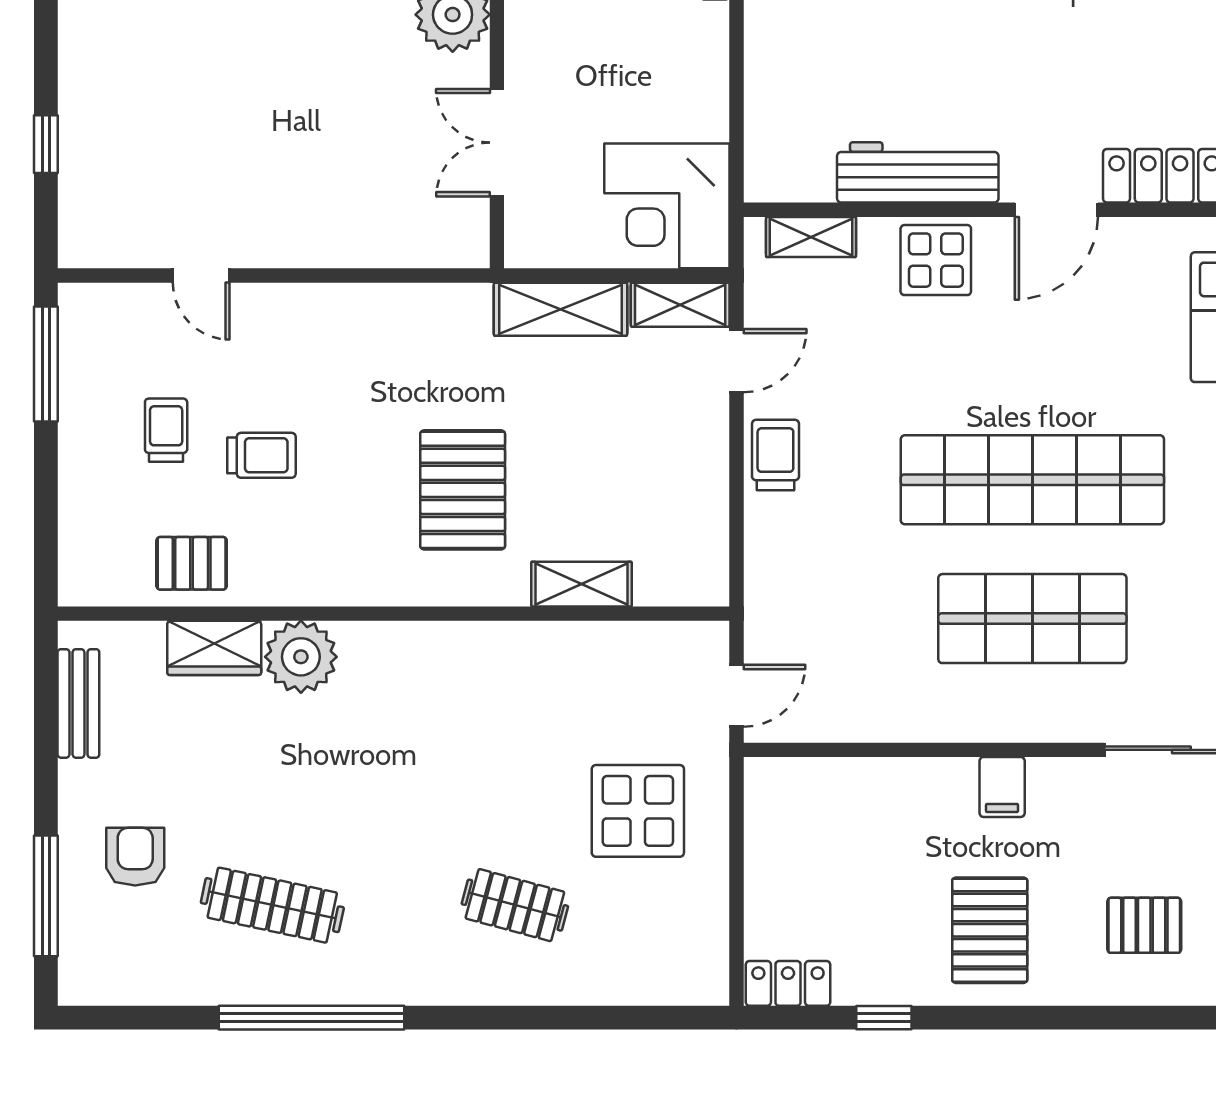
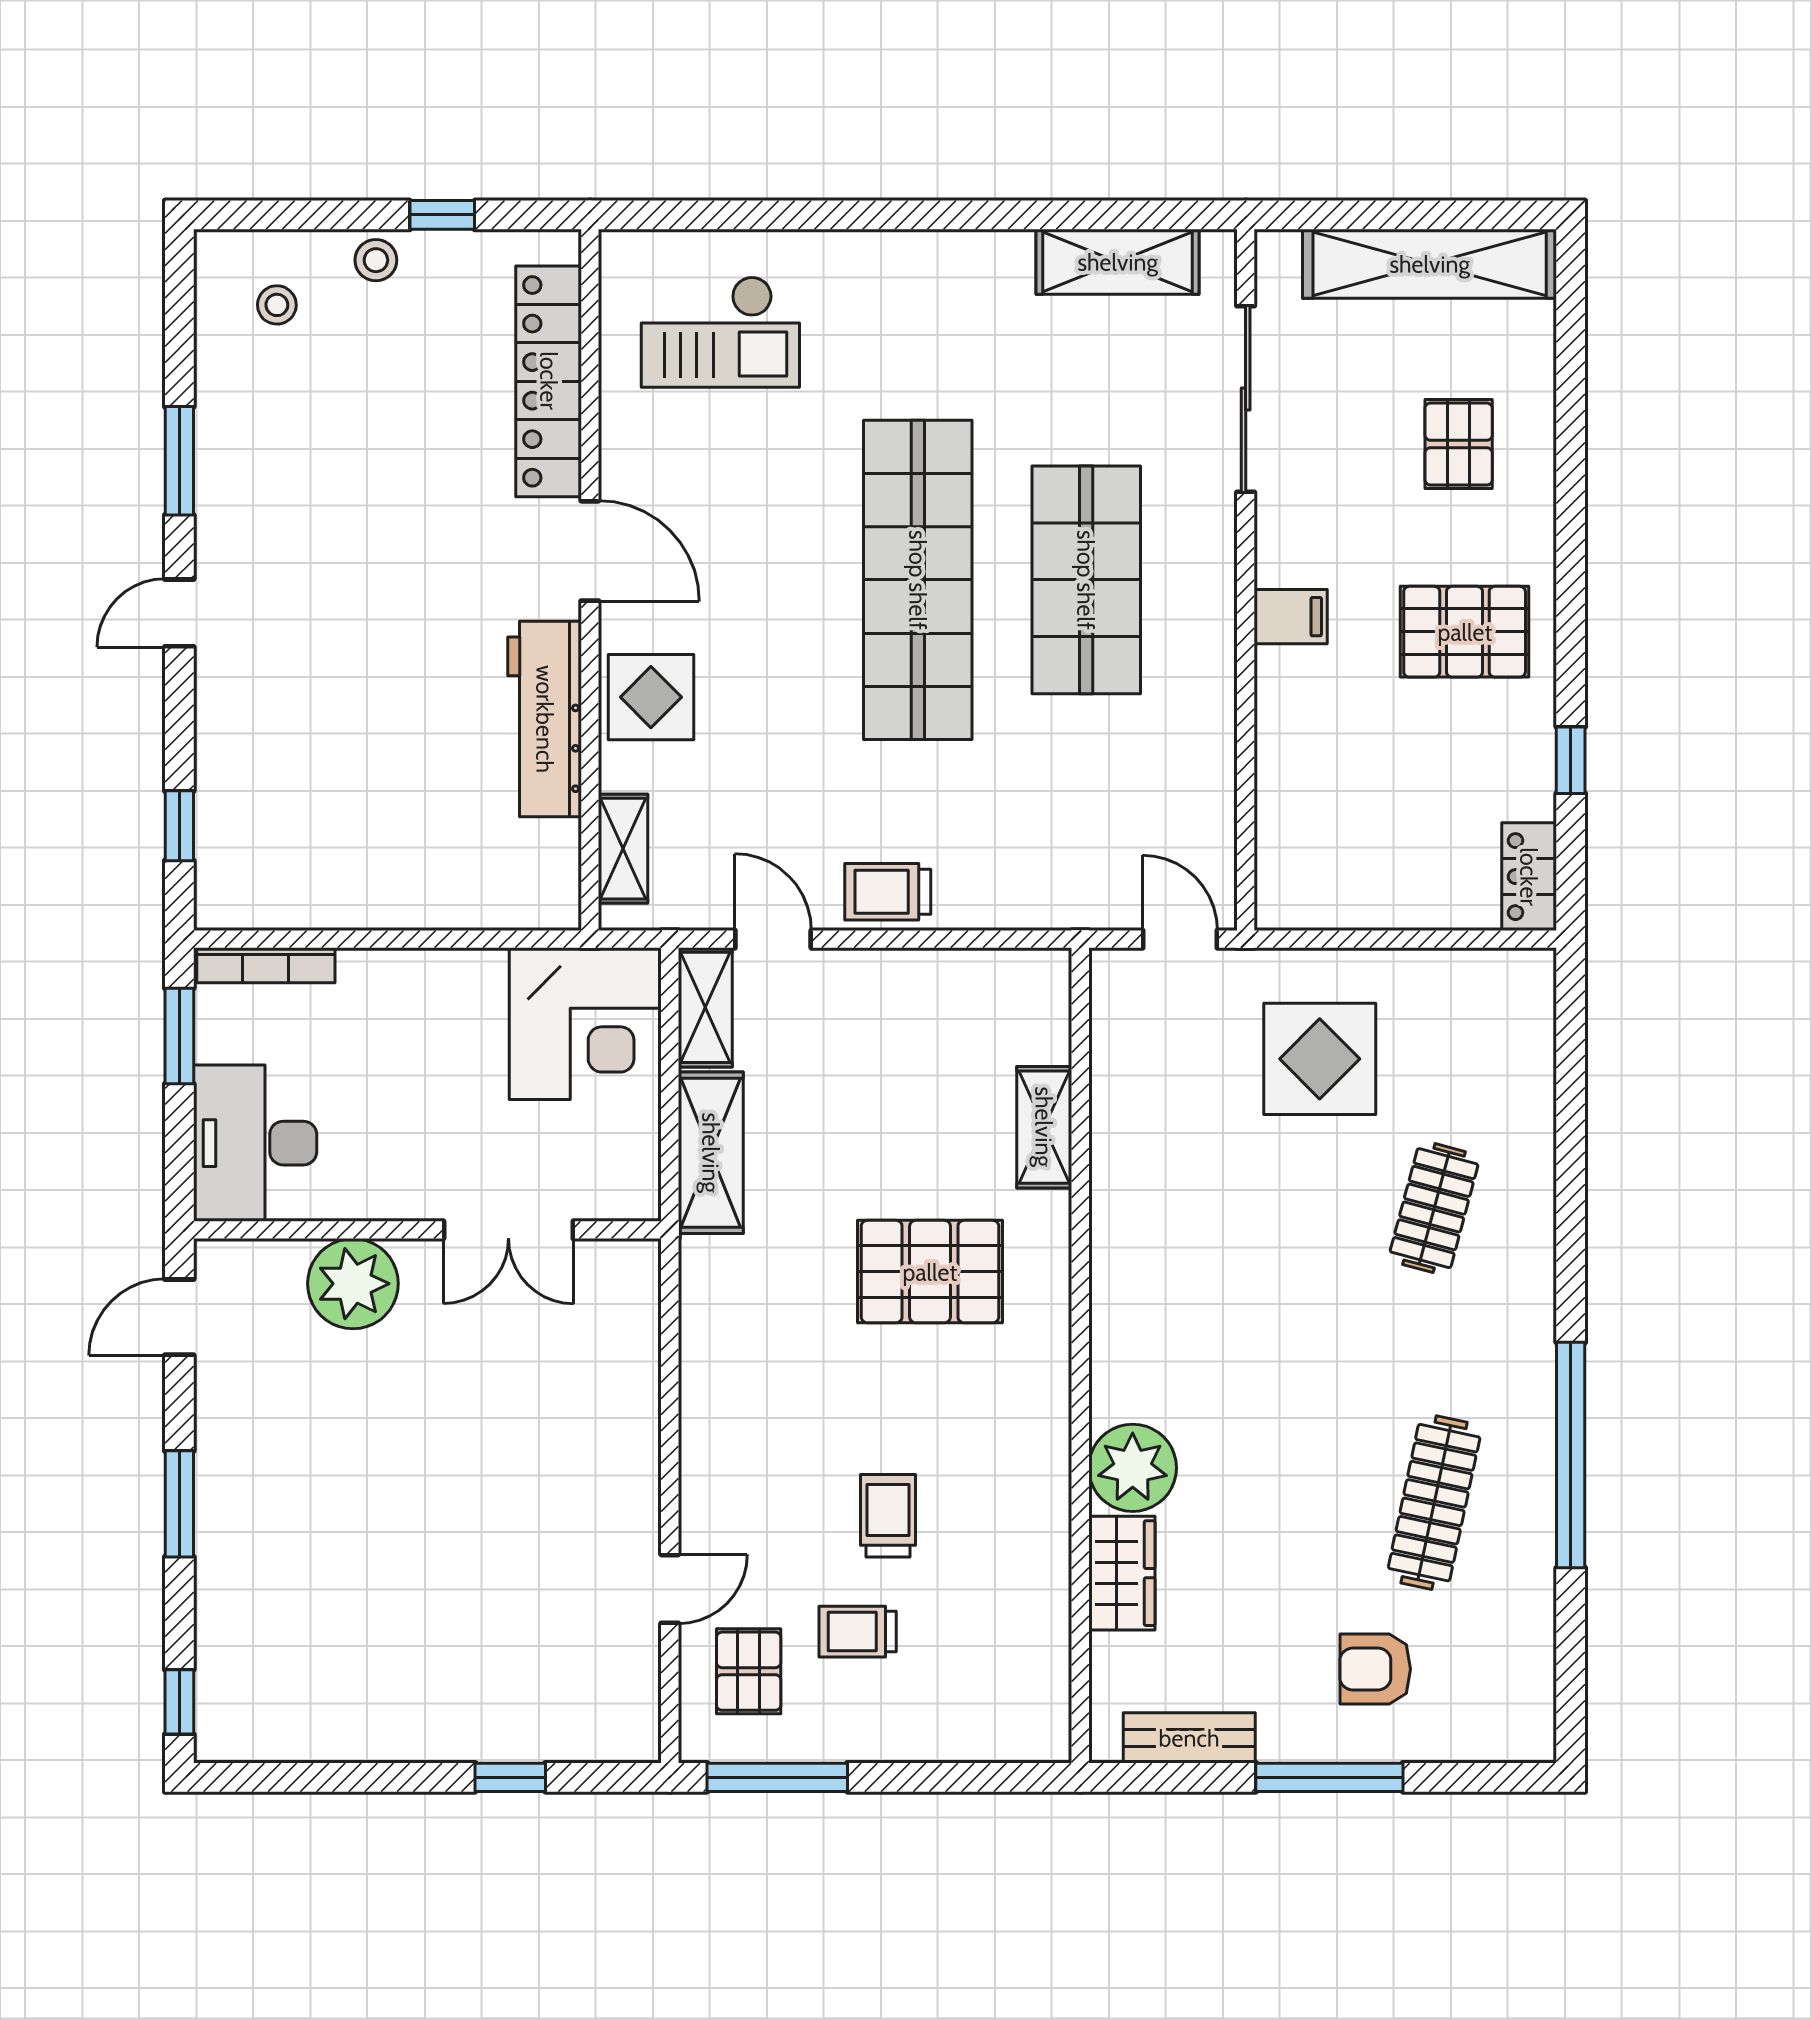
pallet: (192, 563) -> (749, 1671), moved
window: (46, 896) -> (1329, 1777), moved

